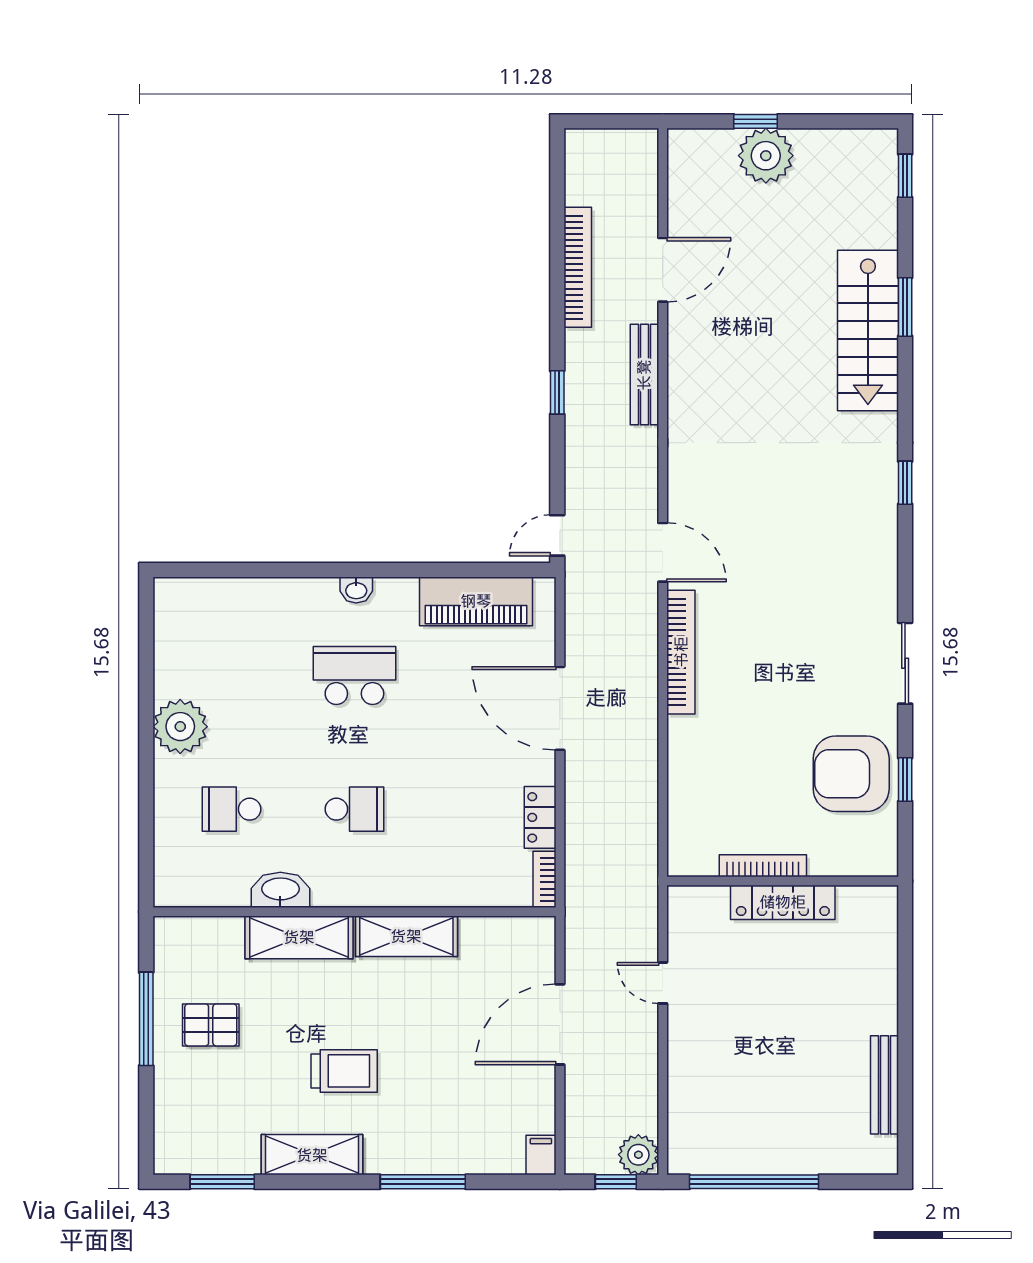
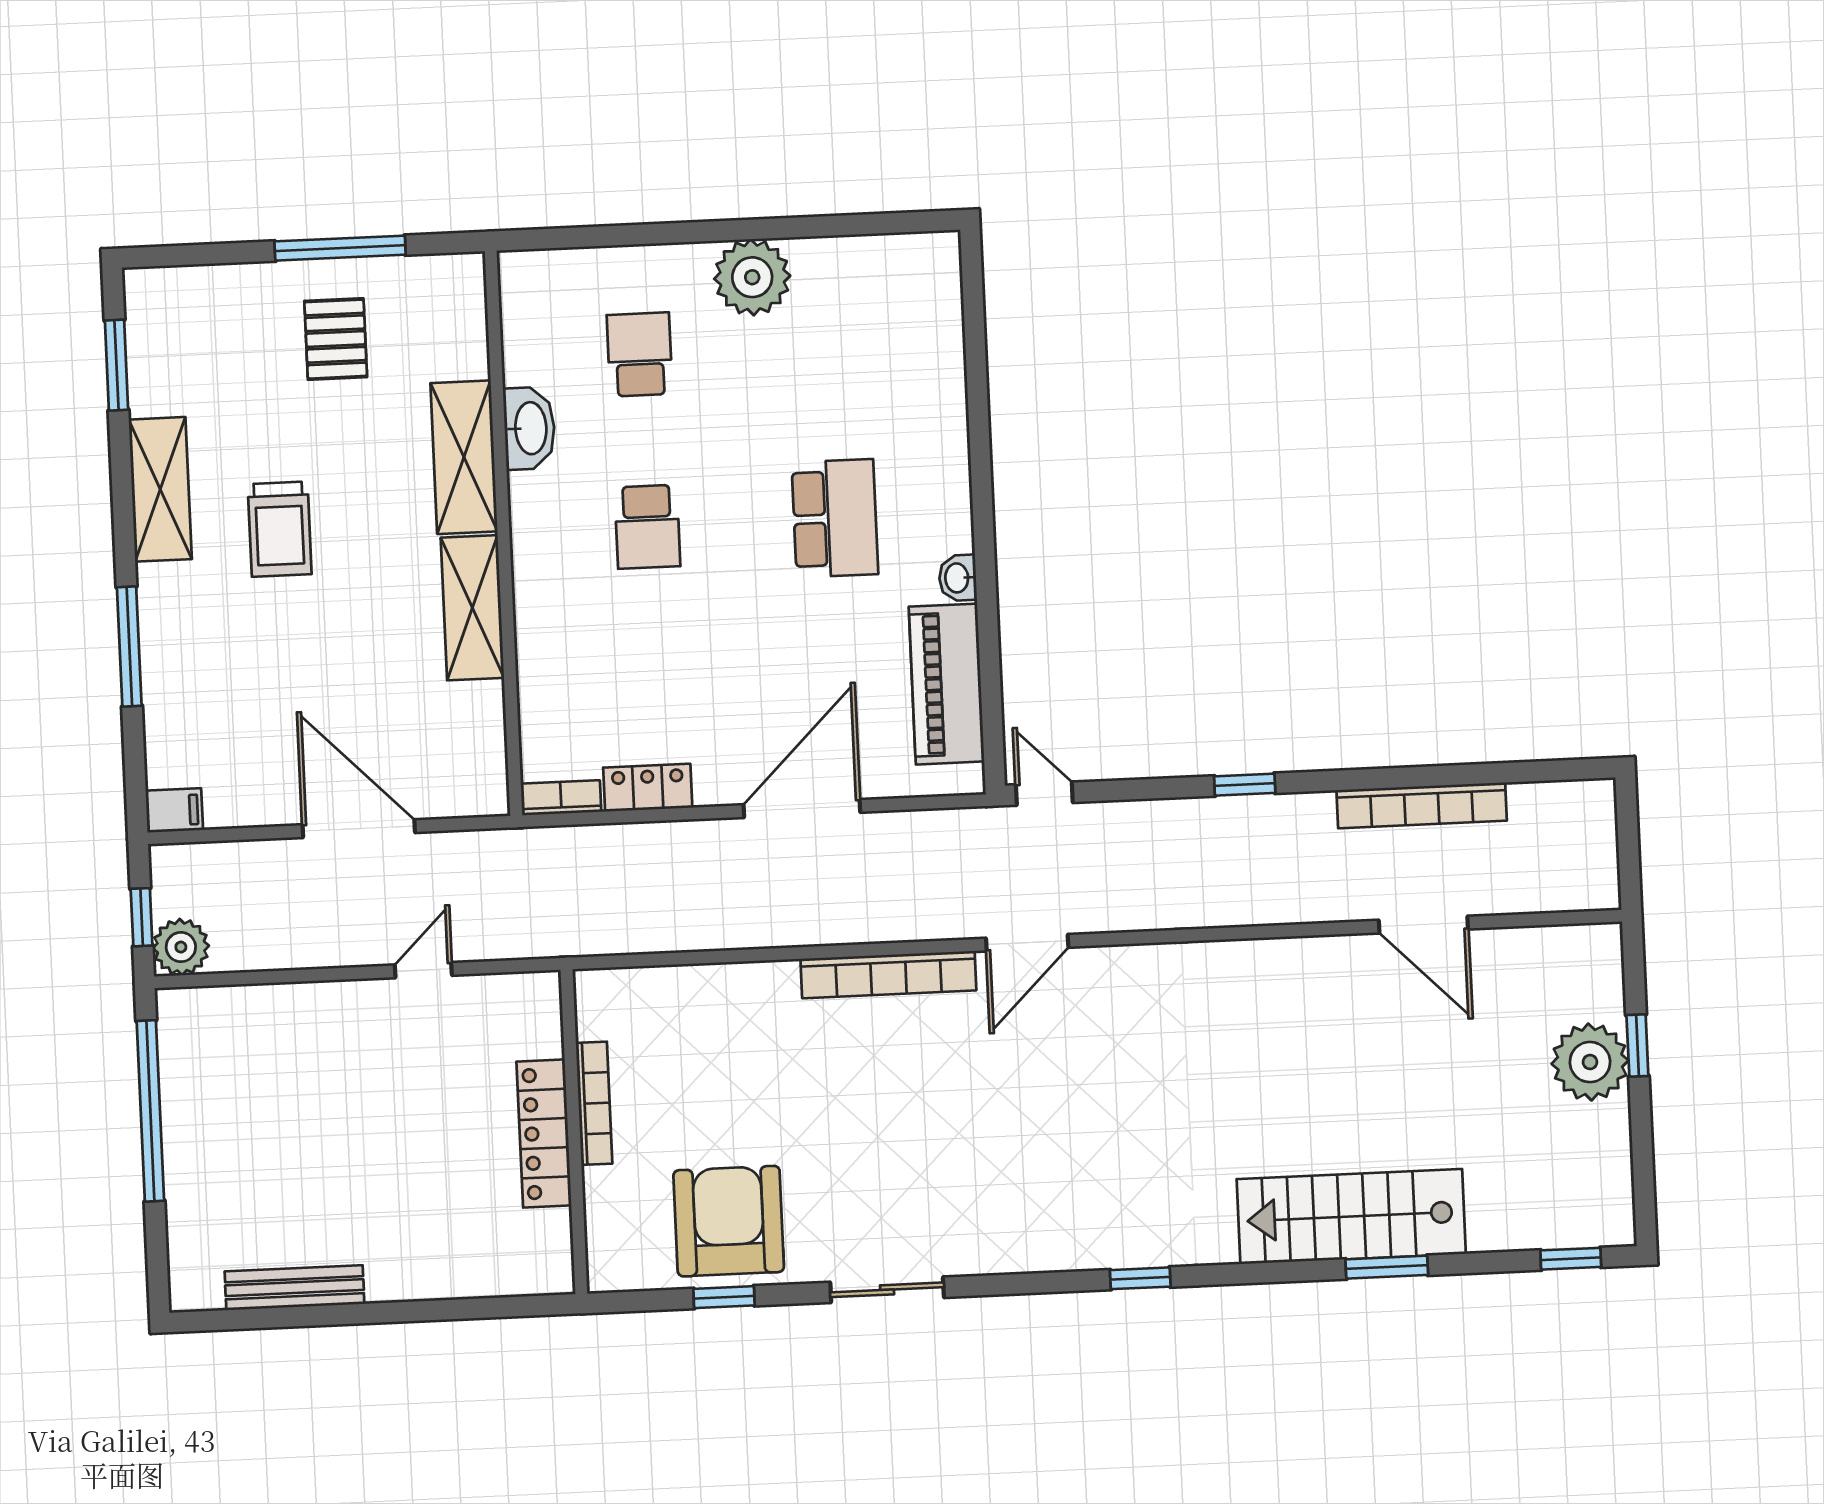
bench: (644, 375) -> (1275, 906), removed
washbasin: (356, 590) -> (958, 578), moved

